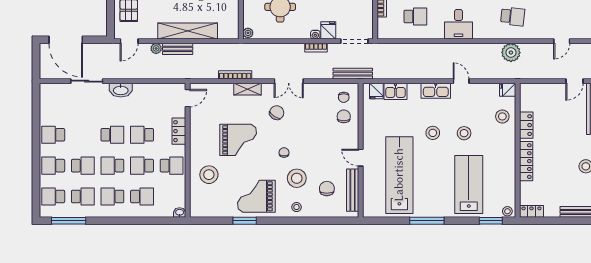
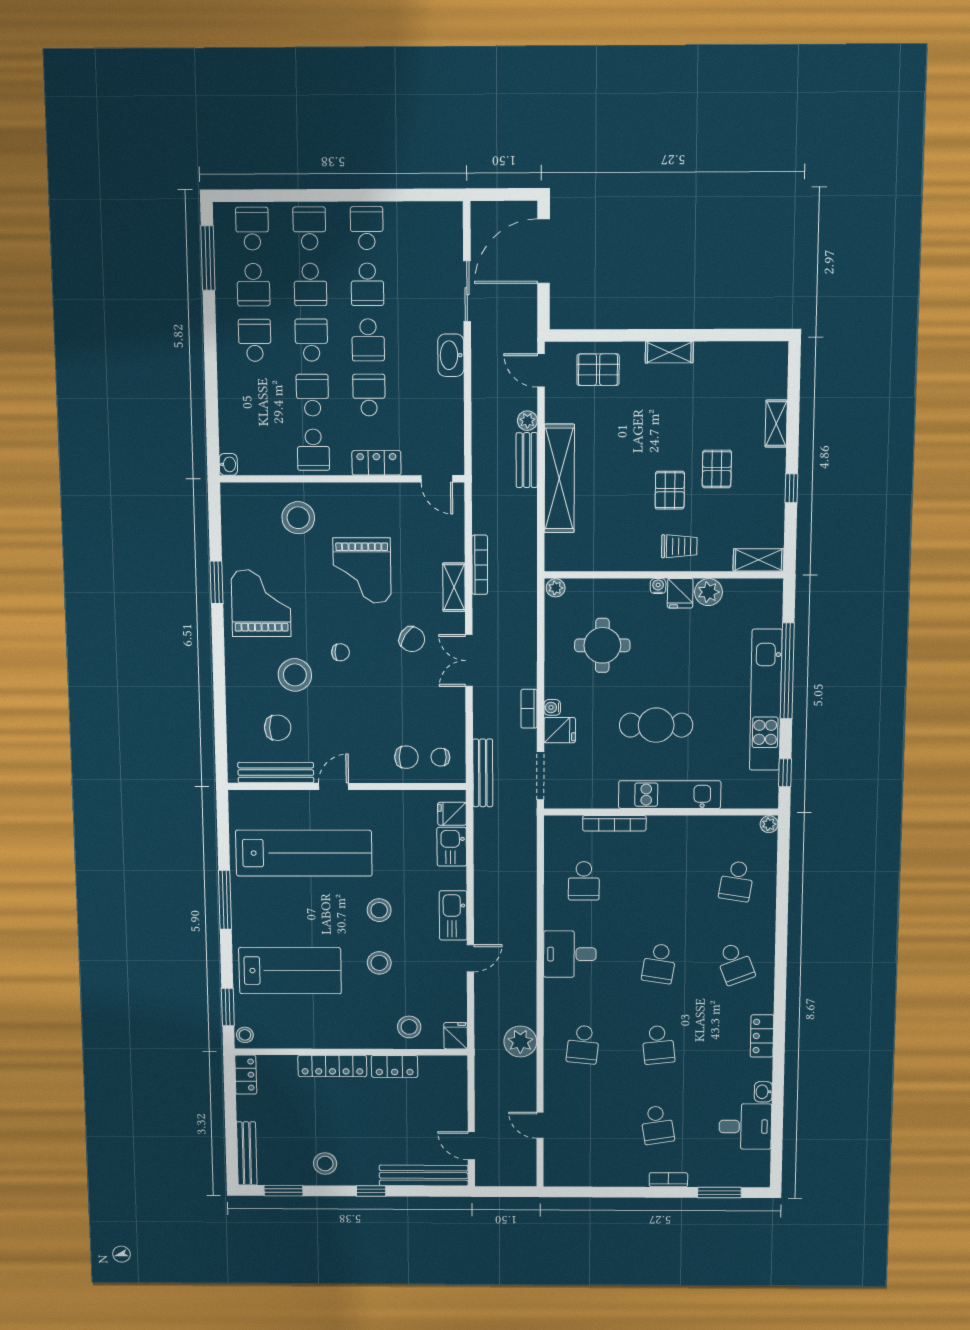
school desk: (142, 196) -> (367, 284), moved
stool: (297, 207) -> (243, 674), removed

